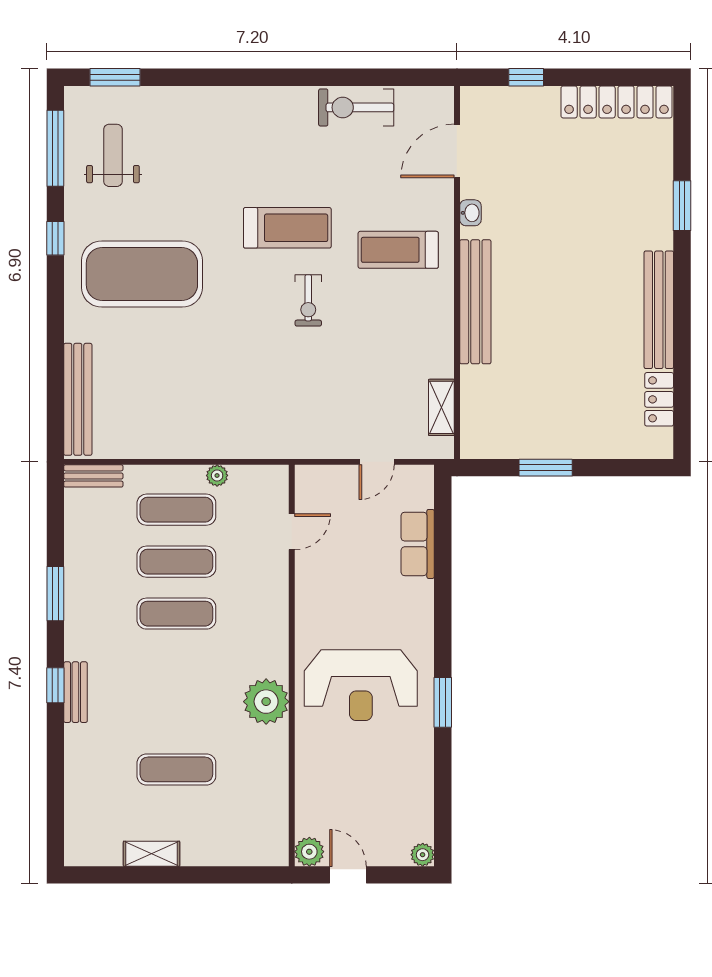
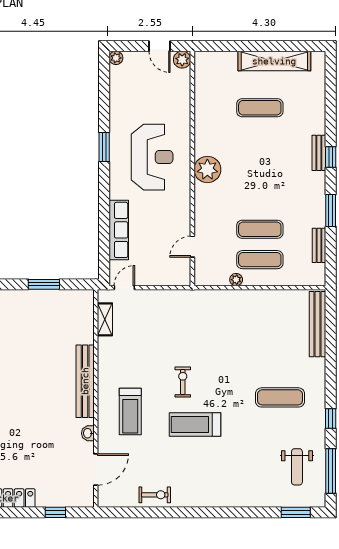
exercise bike: (356, 107) -> (155, 495), width x0.73, depth x0.72
treadmill: (398, 250) -> (130, 412), turned 90
exercise mat: (142, 274) -> (280, 397), width x0.50, depth x0.69
door: (377, 462) -> (124, 288), moved
bench: (93, 476) -> (319, 245), moved, turned 90
row of seats: (418, 544) -> (119, 230), width x1.48
exercise mat: (176, 614) -> (260, 199), removed
reception desk: (361, 685) -> (152, 157), turned 90
plant: (266, 702) -> (207, 169), moved
shelving: (152, 854) -> (274, 61), width x2.20, depth x1.33

